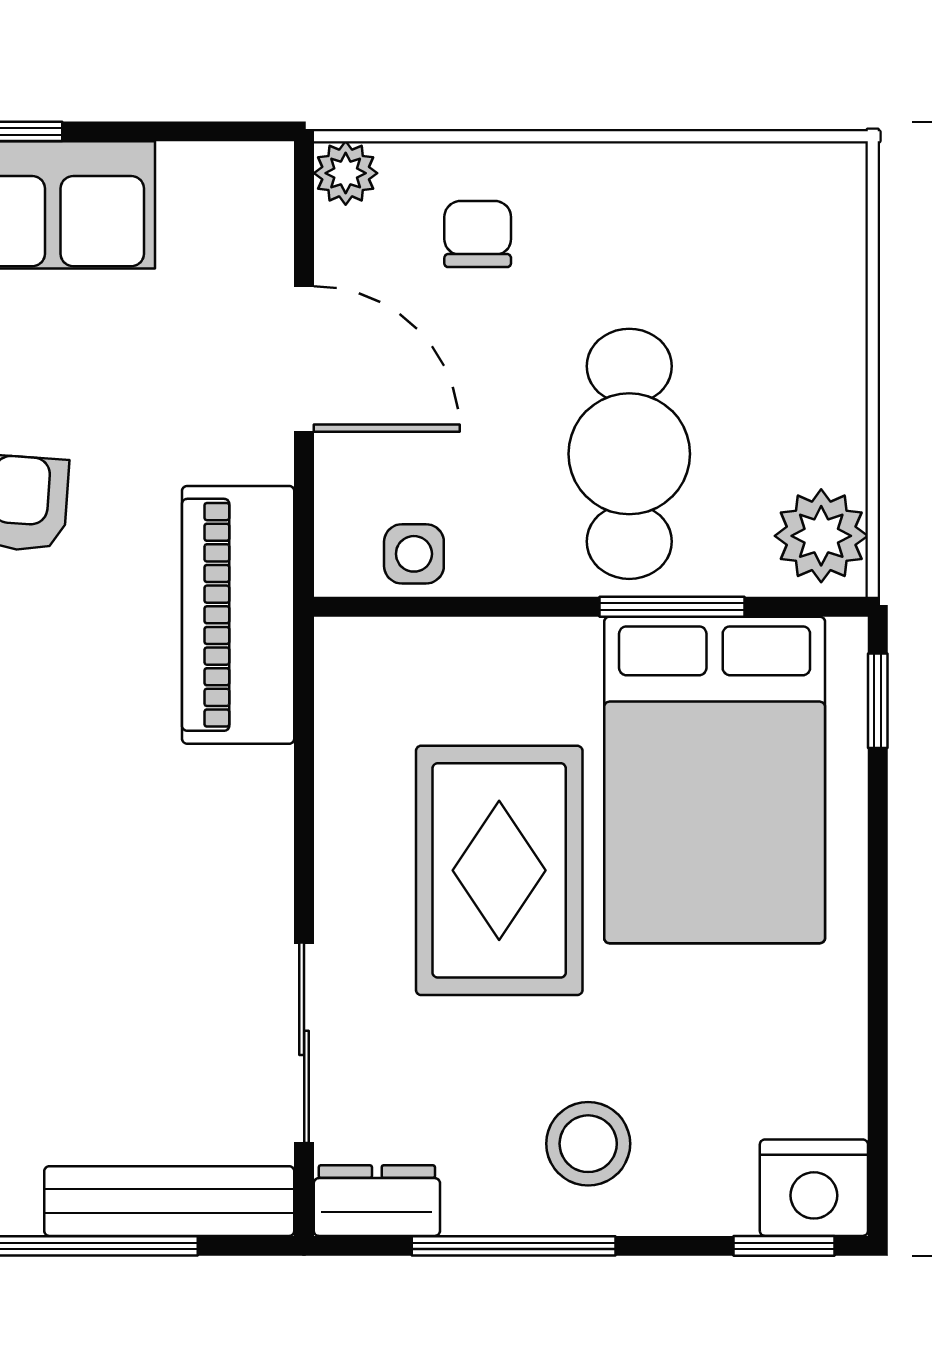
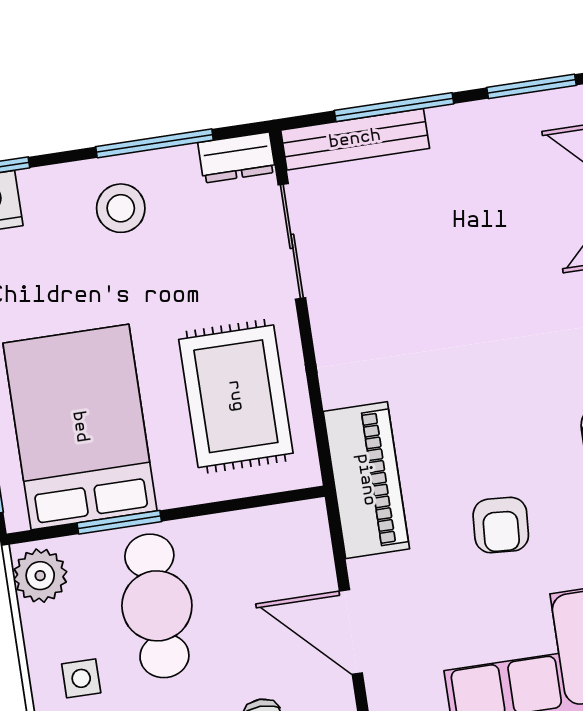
side table: (414, 554) -> (81, 678), moved
rug: (499, 870) -> (236, 396), moved

